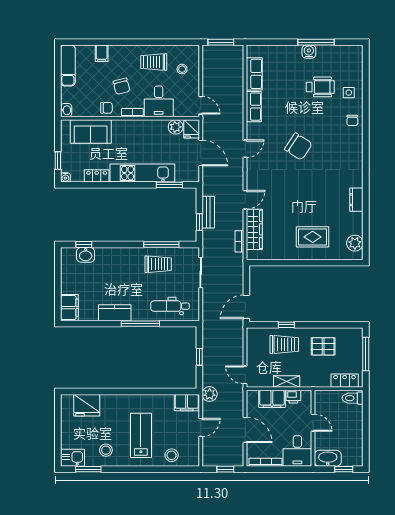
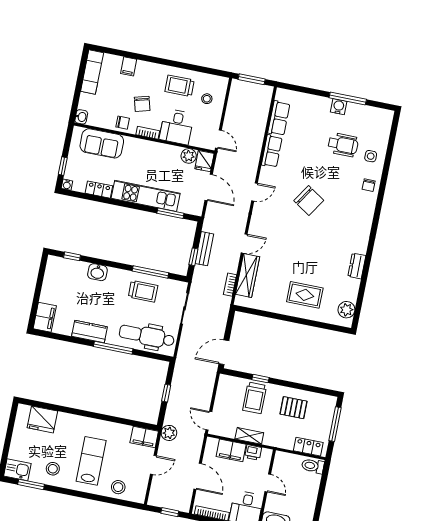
washbasin: (86, 255) -> (97, 272), moved
dental chair: (170, 306) -> (147, 336), width x1.36, depth x1.38
trolley: (284, 344) -> (255, 398), turned 90

